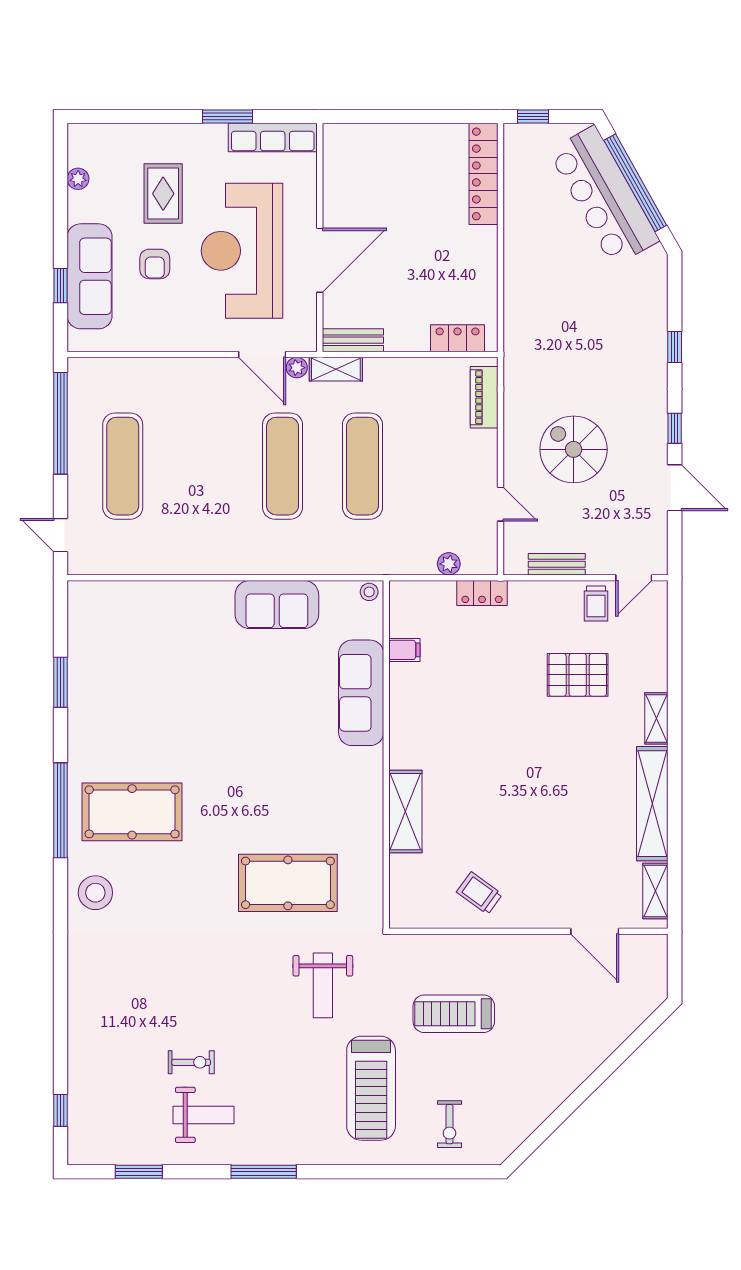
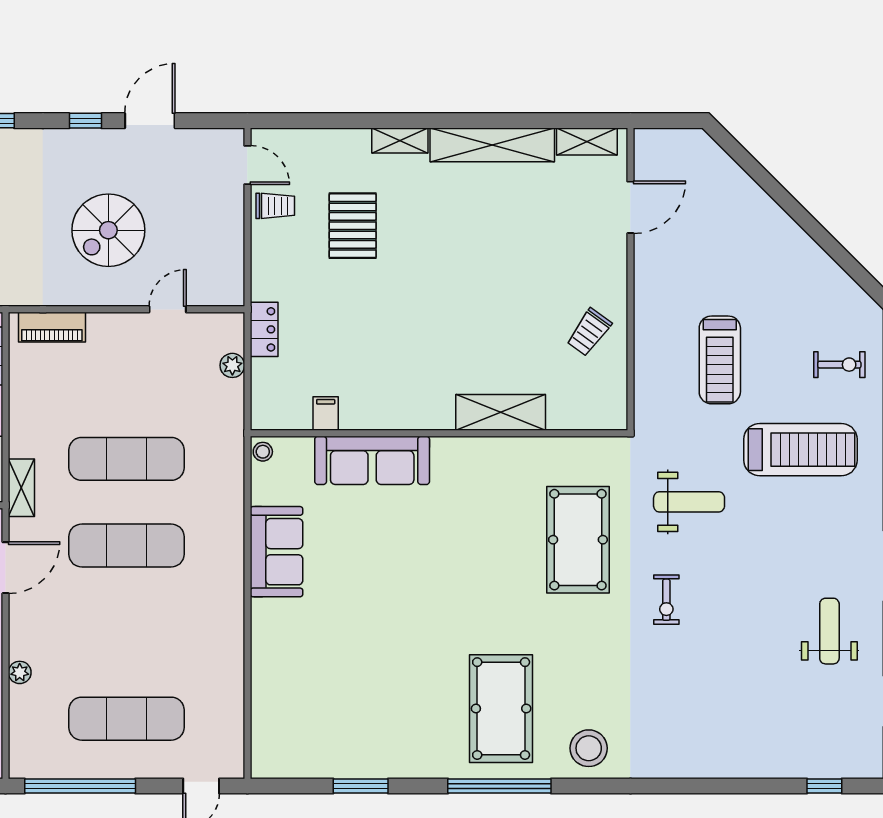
plant: (297, 368) -> (20, 672), moved
bench: (557, 564) -> (233, 248), removed
exercise bike: (191, 1062) -> (666, 600), moved, turned 180

